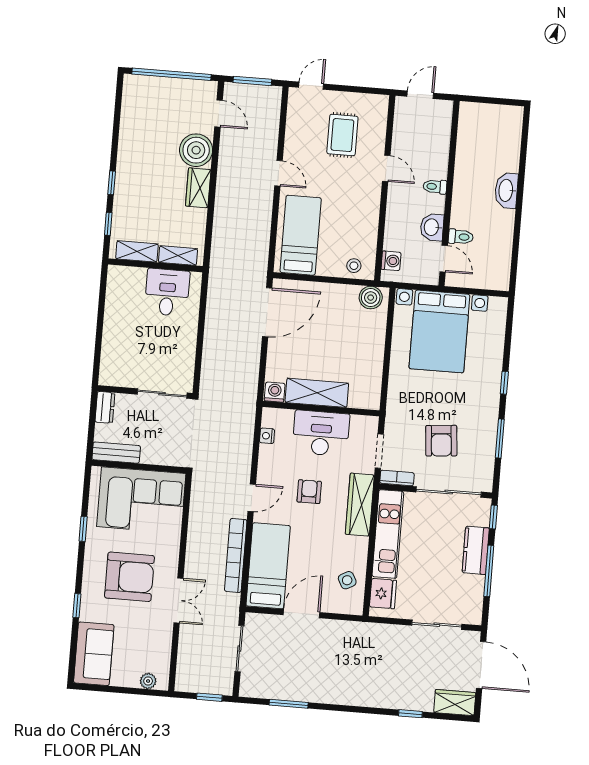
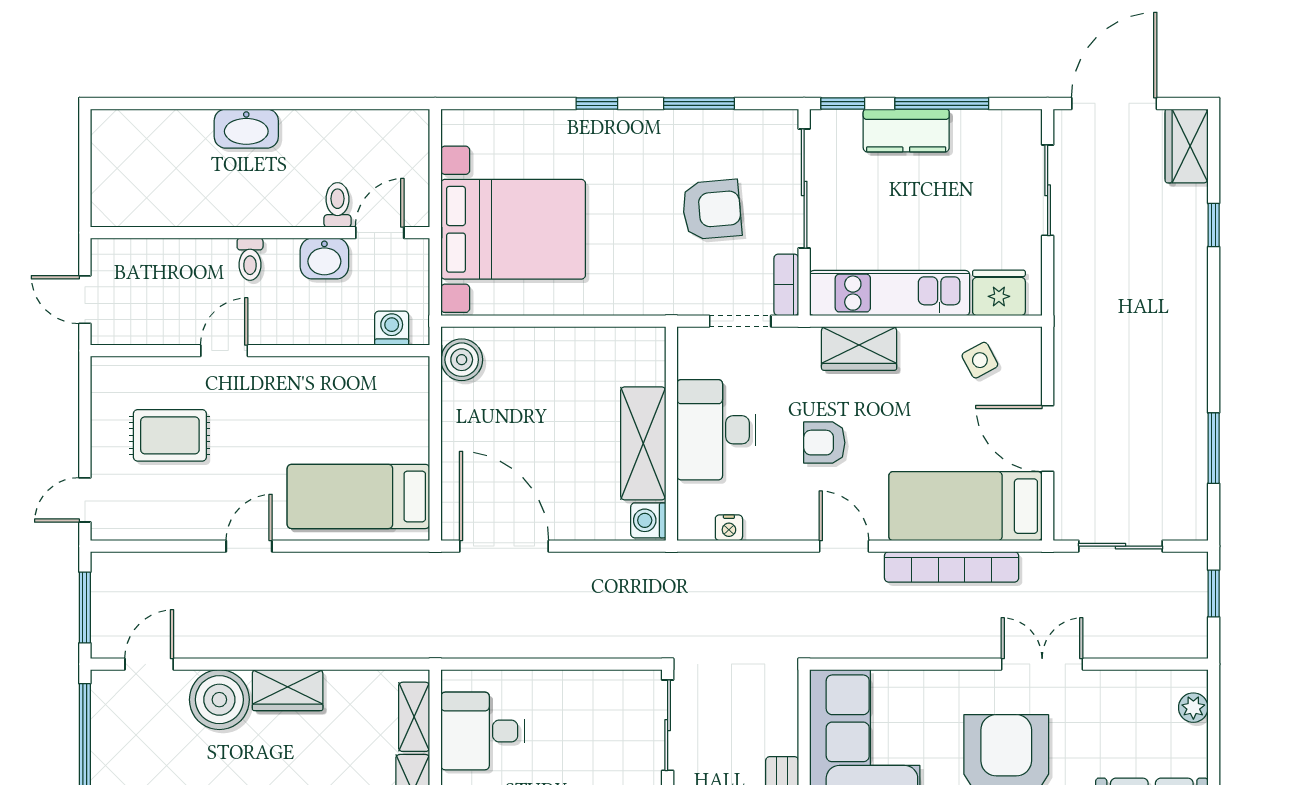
door: (311, 86) -> (85, 500), hinge flipped
stool: (354, 266) -> (406, 395), removed
wardrobe: (360, 505) -> (859, 348), width x0.67

